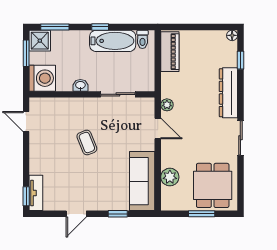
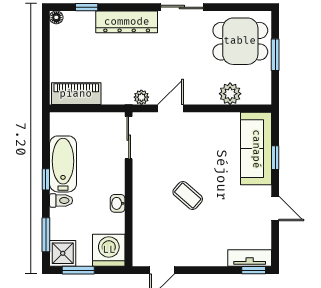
toilet: (142, 39) -> (61, 200), moved
sliding door: (118, 94) -> (129, 138), moved
coffee table: (87, 143) -> (188, 195), turned 63
sofa: (142, 181) -> (256, 149), moved, turned 90

